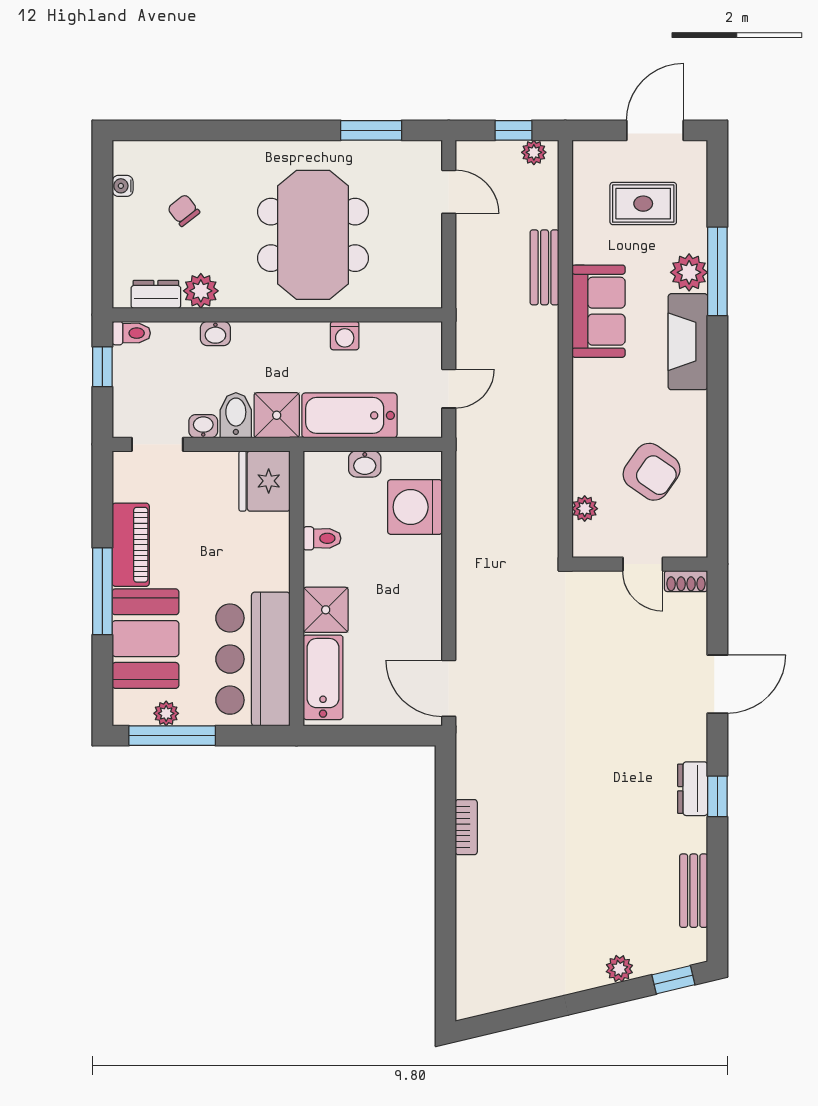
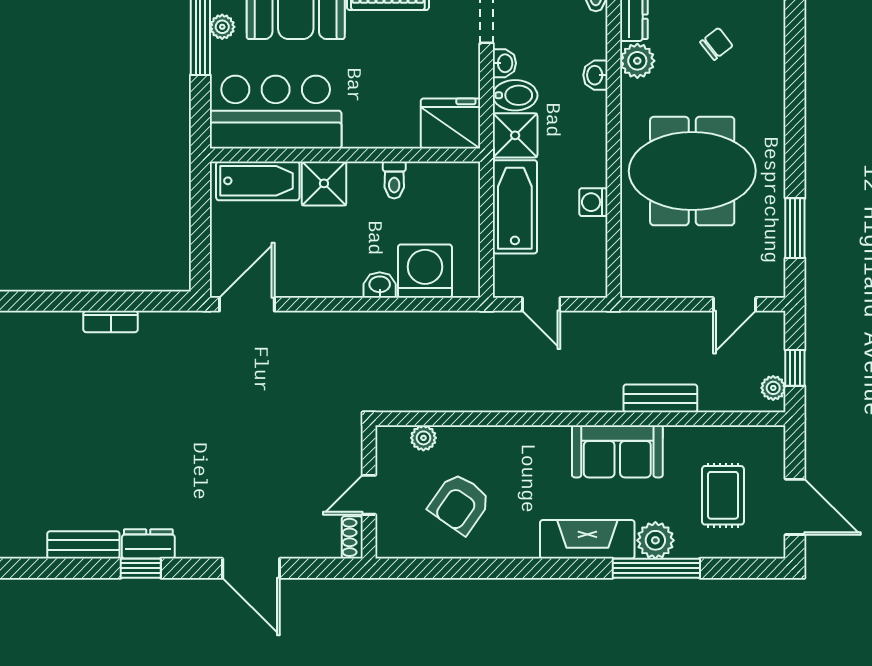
washbasin: (365, 464) -> (380, 285), moved, turned 90
bench: (694, 891) -> (83, 545), moved

